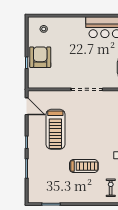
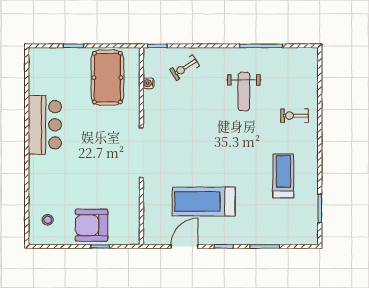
door: (27, 106) -> (184, 246), moved
treadmill: (55, 129) -> (204, 201), turned 180
treadmill: (84, 166) -> (283, 176), moved

